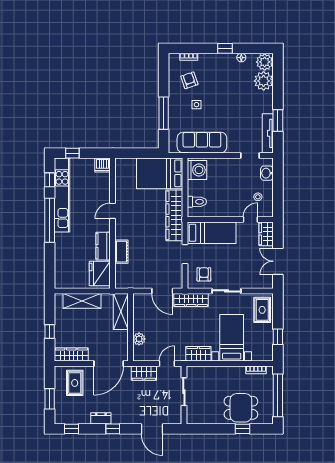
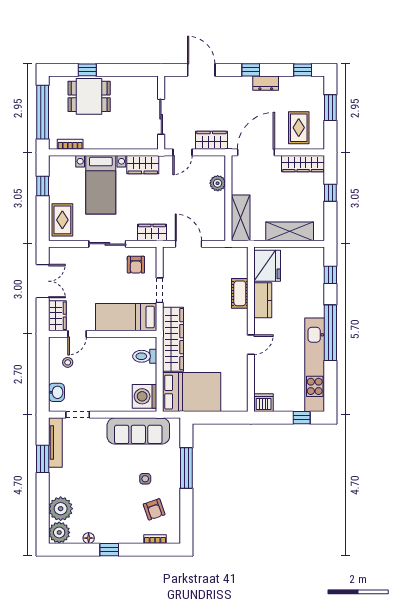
window: (50, 180) -> (330, 275), moved
wardrobe: (191, 300) -> (152, 232), width x0.67

